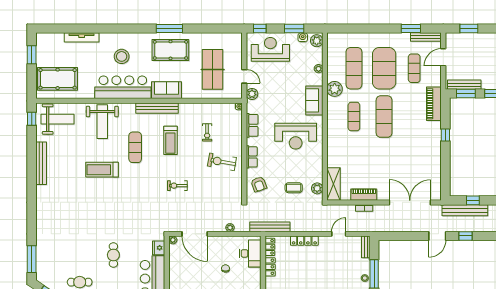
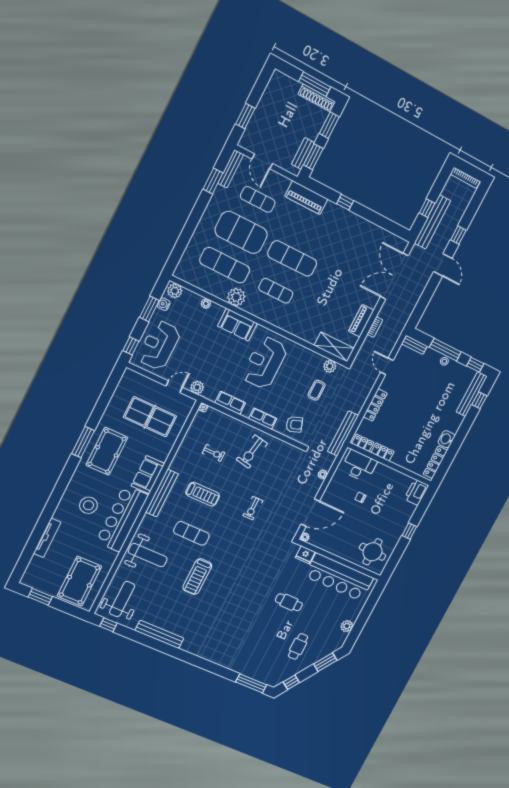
bench: (464, 85) -> (303, 153), width x0.73
reception desk: (296, 136) -> (265, 363), turned 180

